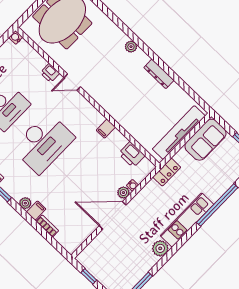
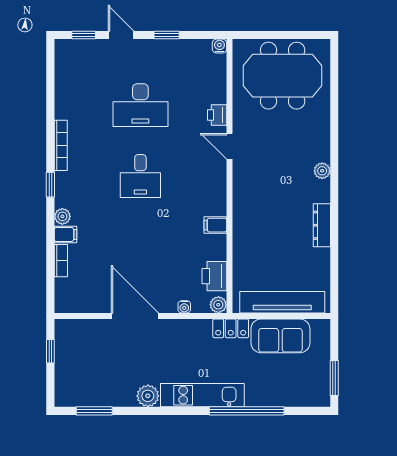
sofa: (205, 140) -> (280, 336), moved
desk: (43, 143) -> (140, 176), width x0.53, depth x0.77
plant: (123, 193) -> (218, 305), moved

